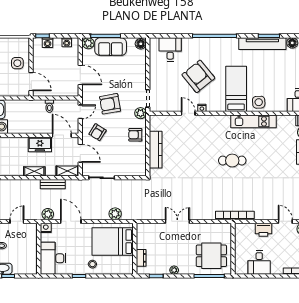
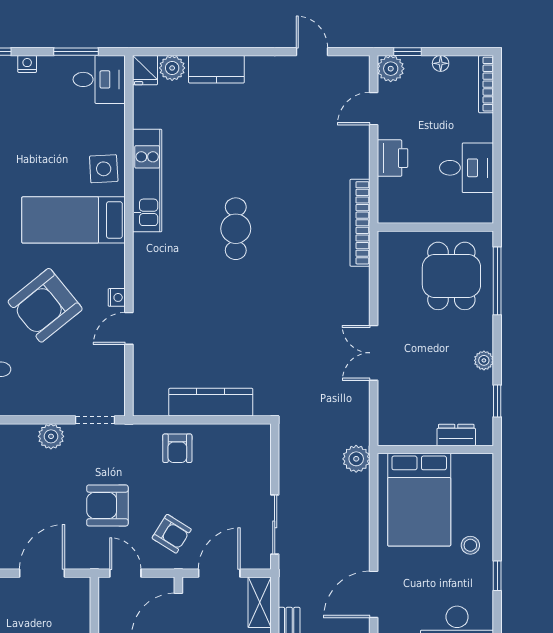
armchair: (110, 104) -> (107, 505), turned 100
plant: (141, 113) -> (51, 436), moved
plant: (115, 214) -> (356, 459), moved

